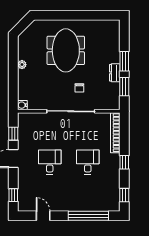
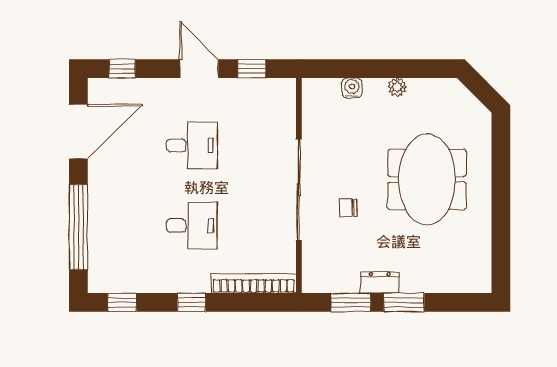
meeting table: (66, 50) -> (427, 179), turned 90
water cooler: (22, 105) -> (352, 88), moved
door: (43, 216) -> (78, 132), width x1.88

